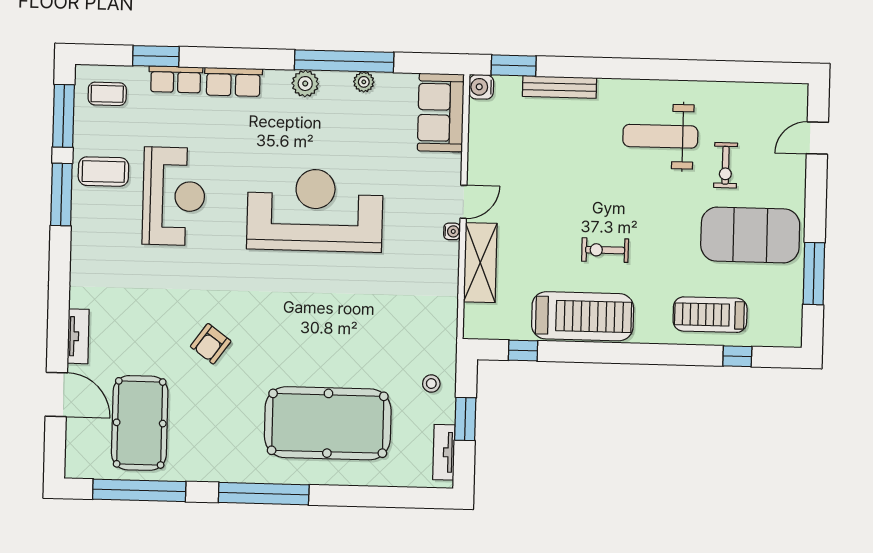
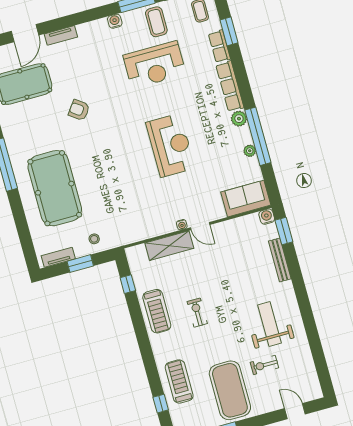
row of seats: (233, 82) -> (230, 86), width x1.48
reception desk: (315, 210) -> (171, 145), width x0.74, depth x0.77
water cooler: (82, 240) -> (115, 21), added
treadmill: (583, 316) -> (157, 311), width x0.73, depth x0.73

